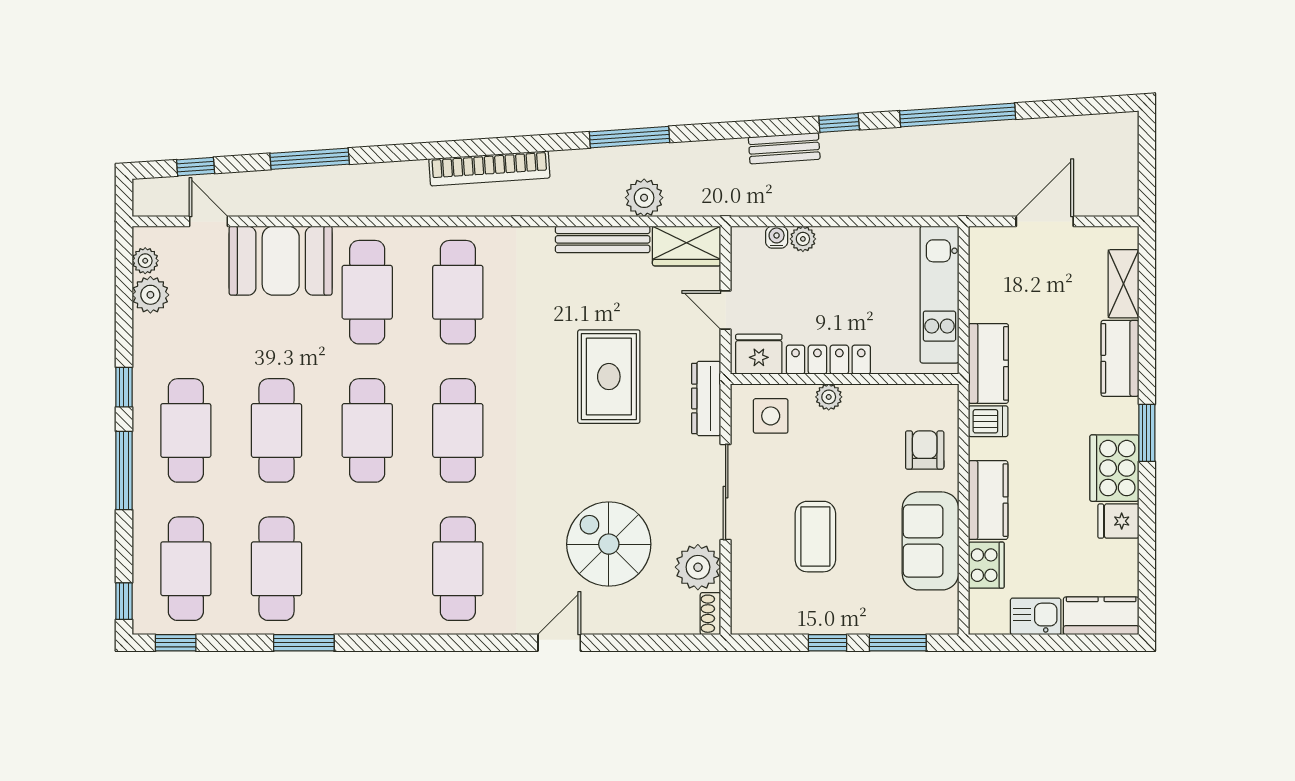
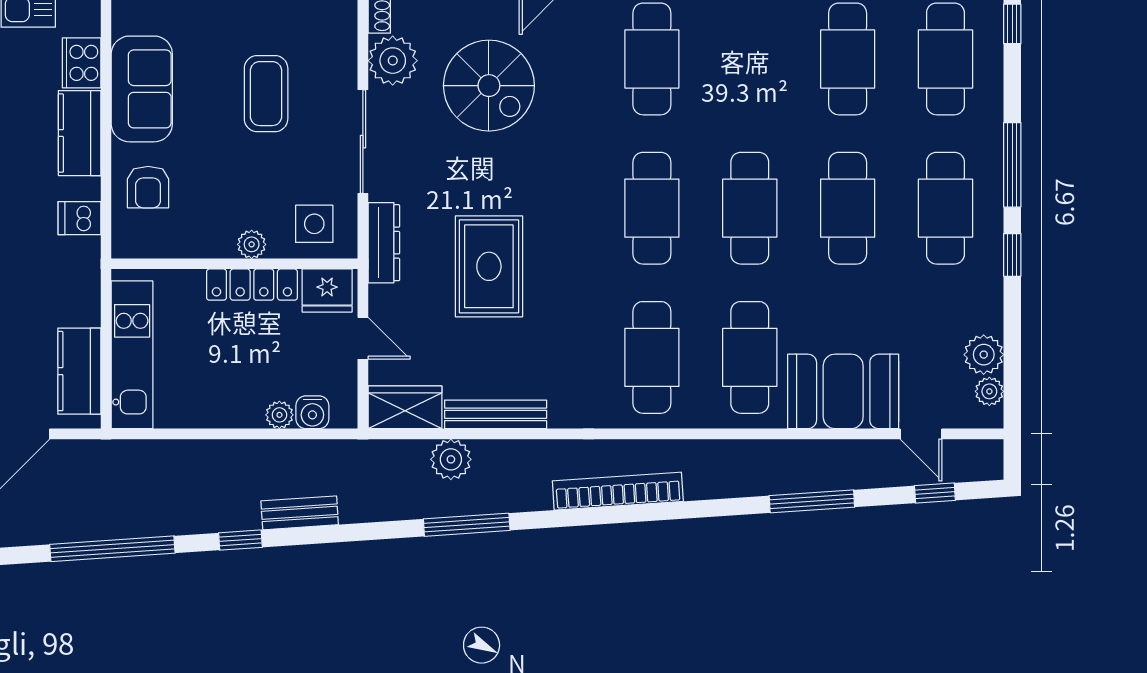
water cooler: (777, 237) -> (312, 412), width x1.38, depth x1.38
kitchen counter: (988, 363) -> (79, 371), moved

